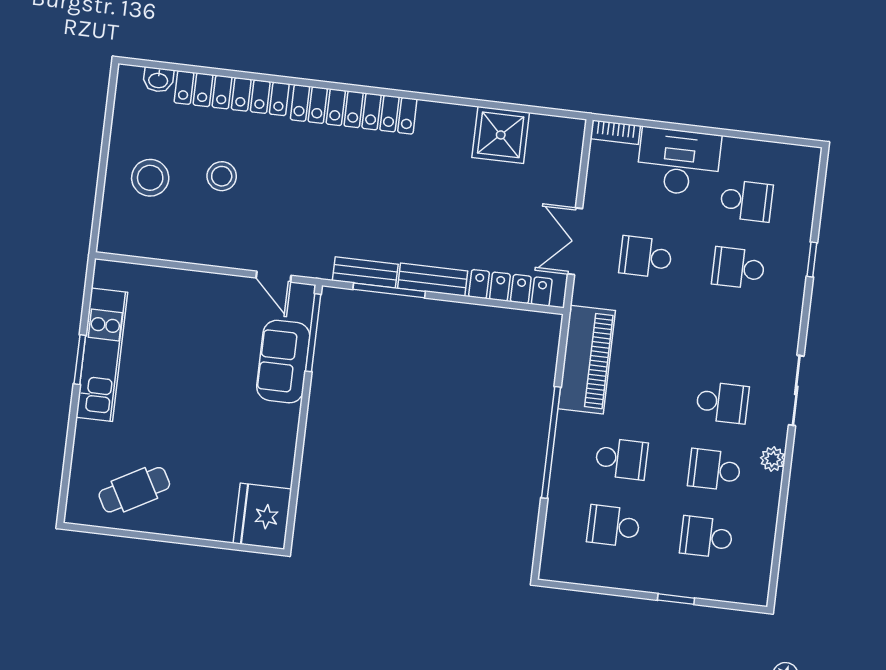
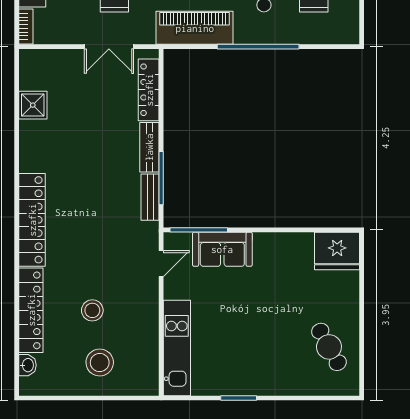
shower: (501, 135) -> (33, 105), width x0.73, depth x0.73
kitchen unit: (102, 355) -> (177, 348), moved, turned 90

